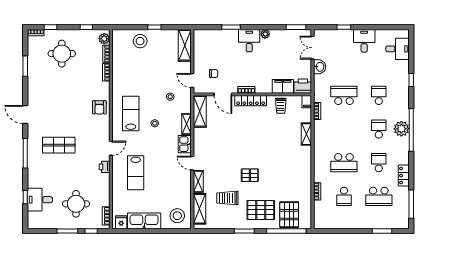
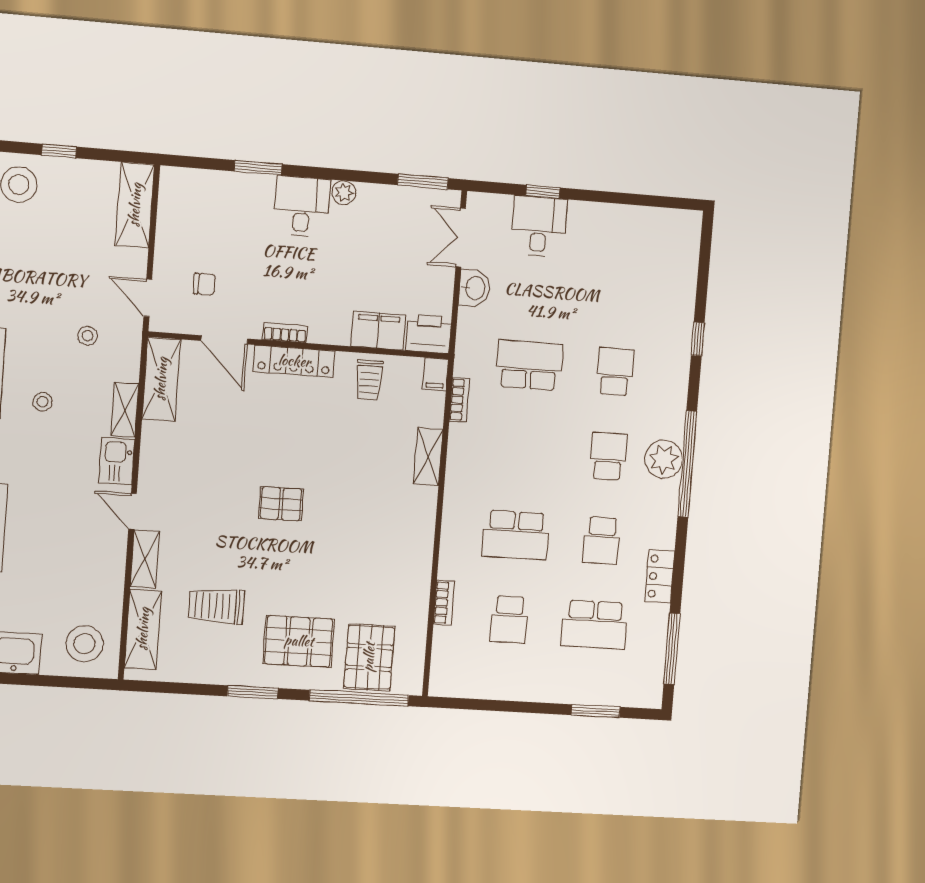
desk: (364, 41) -> (539, 226), moved
desk: (398, 49) -> (671, 258), removed
school desk: (379, 163) -> (601, 540), turned 180
pallet: (250, 175) -> (281, 504), moved

